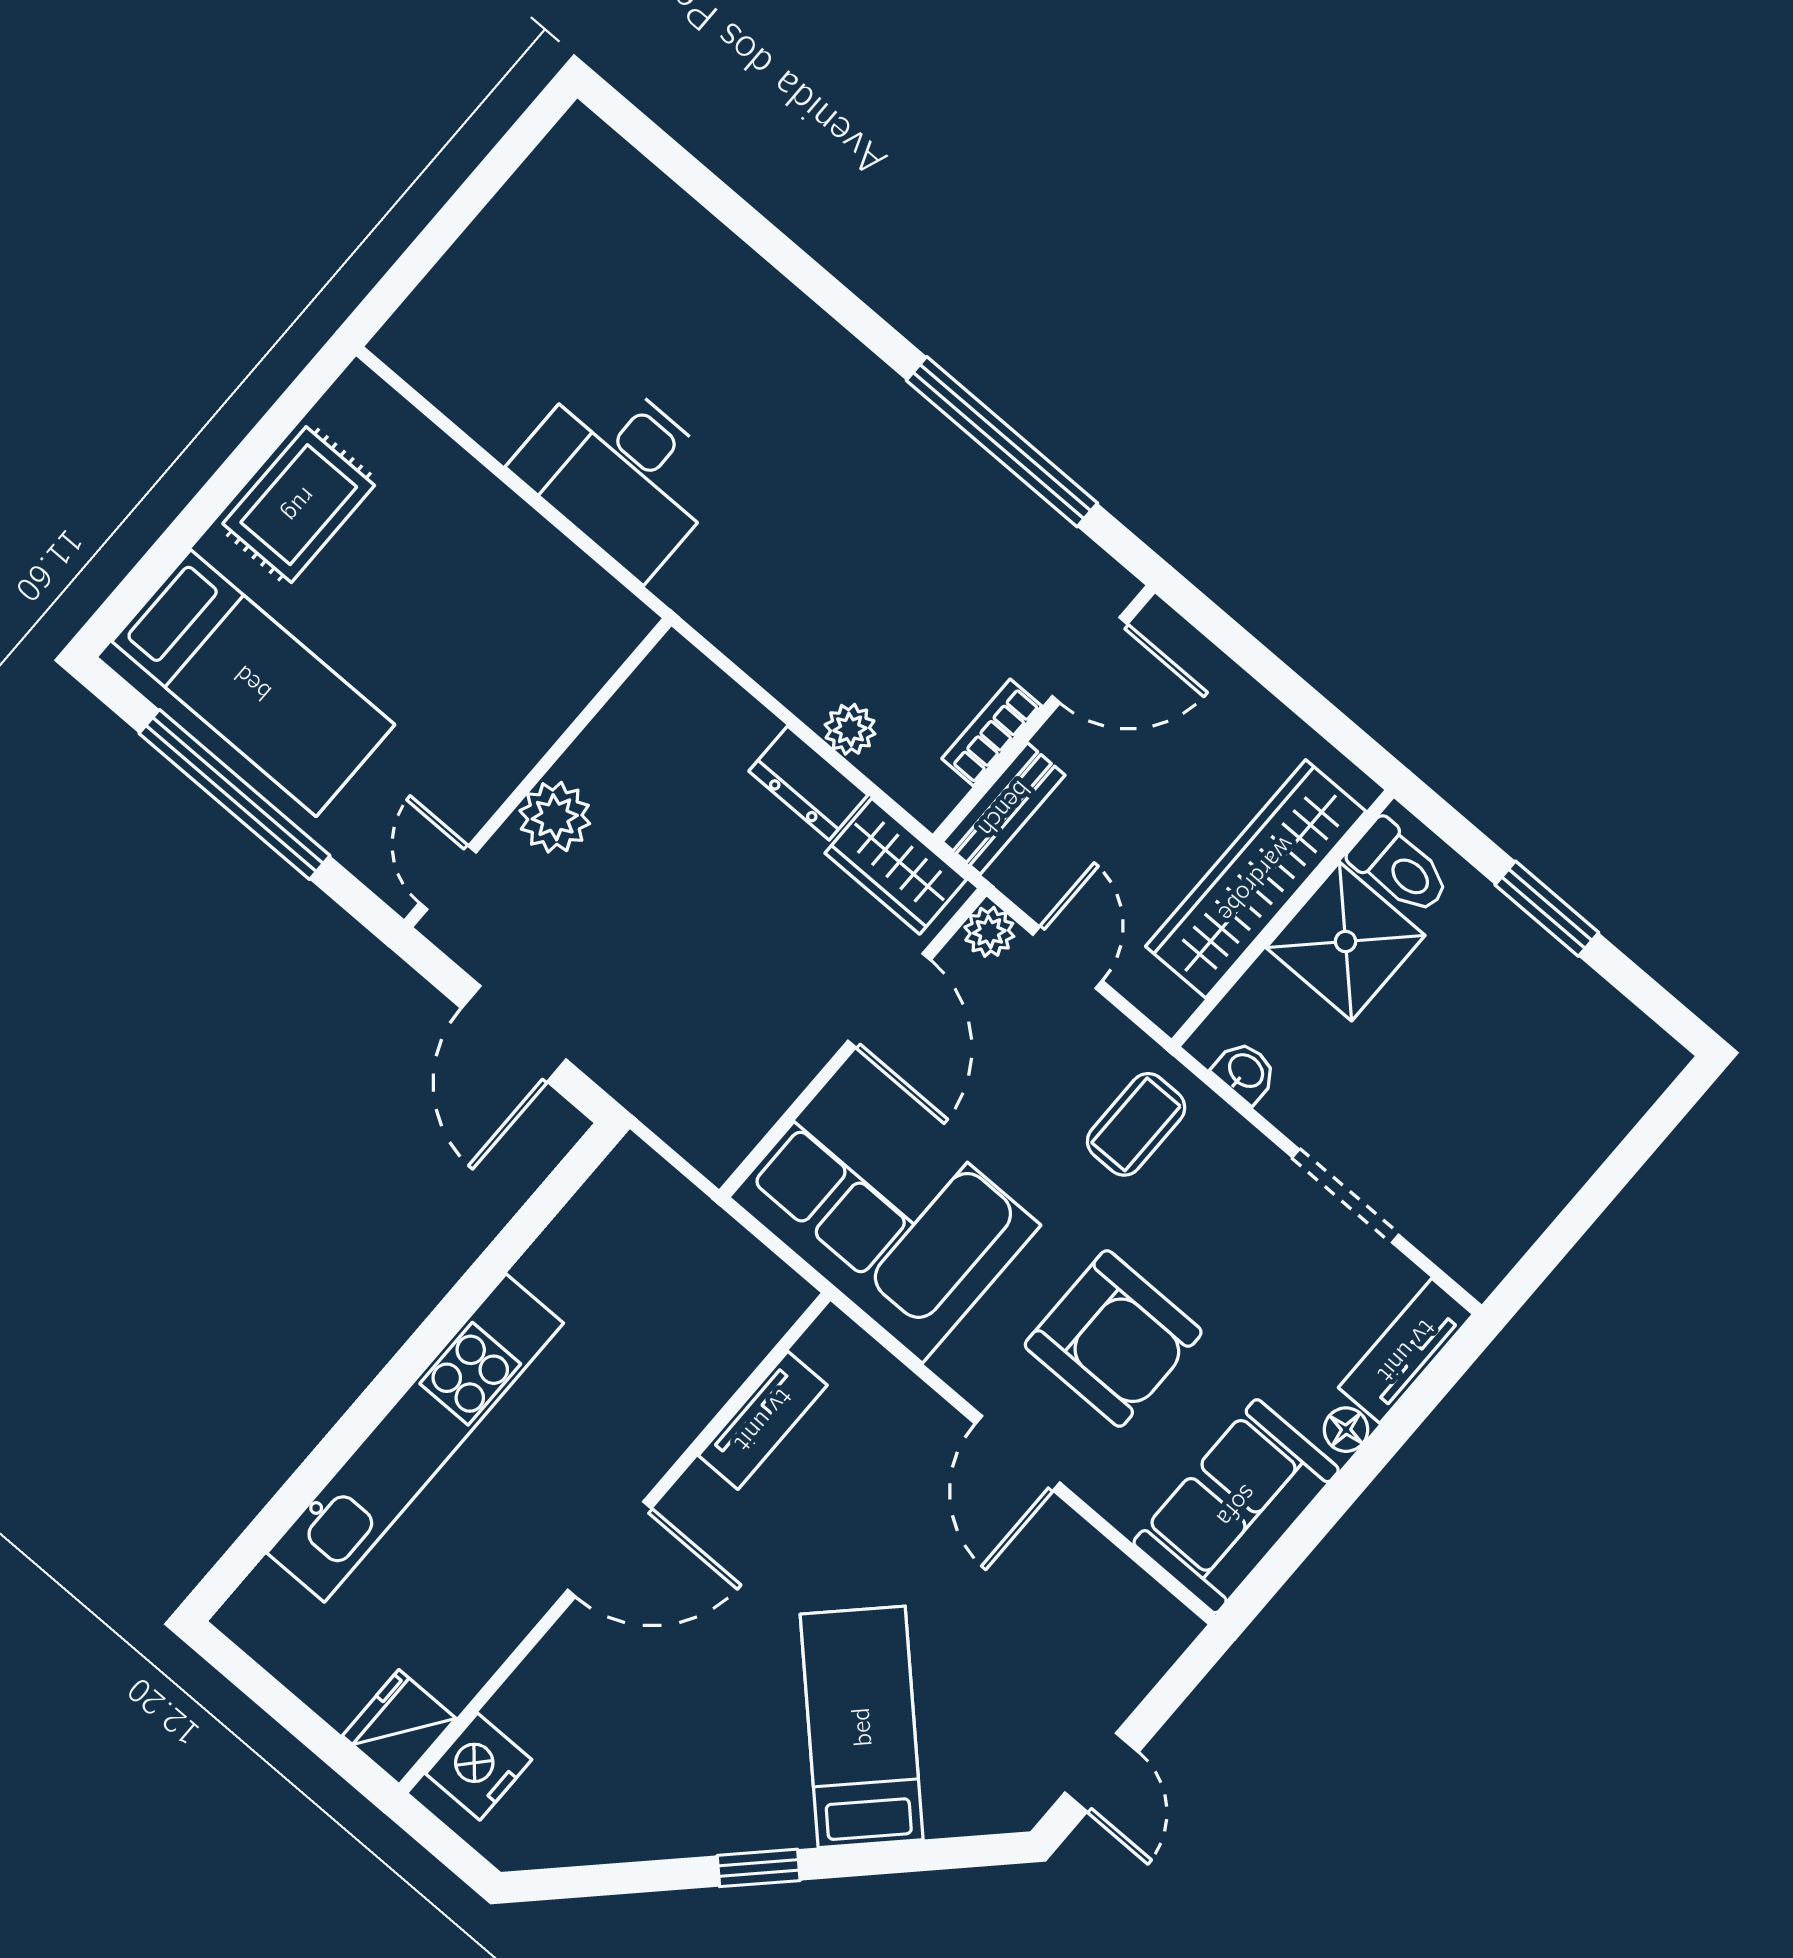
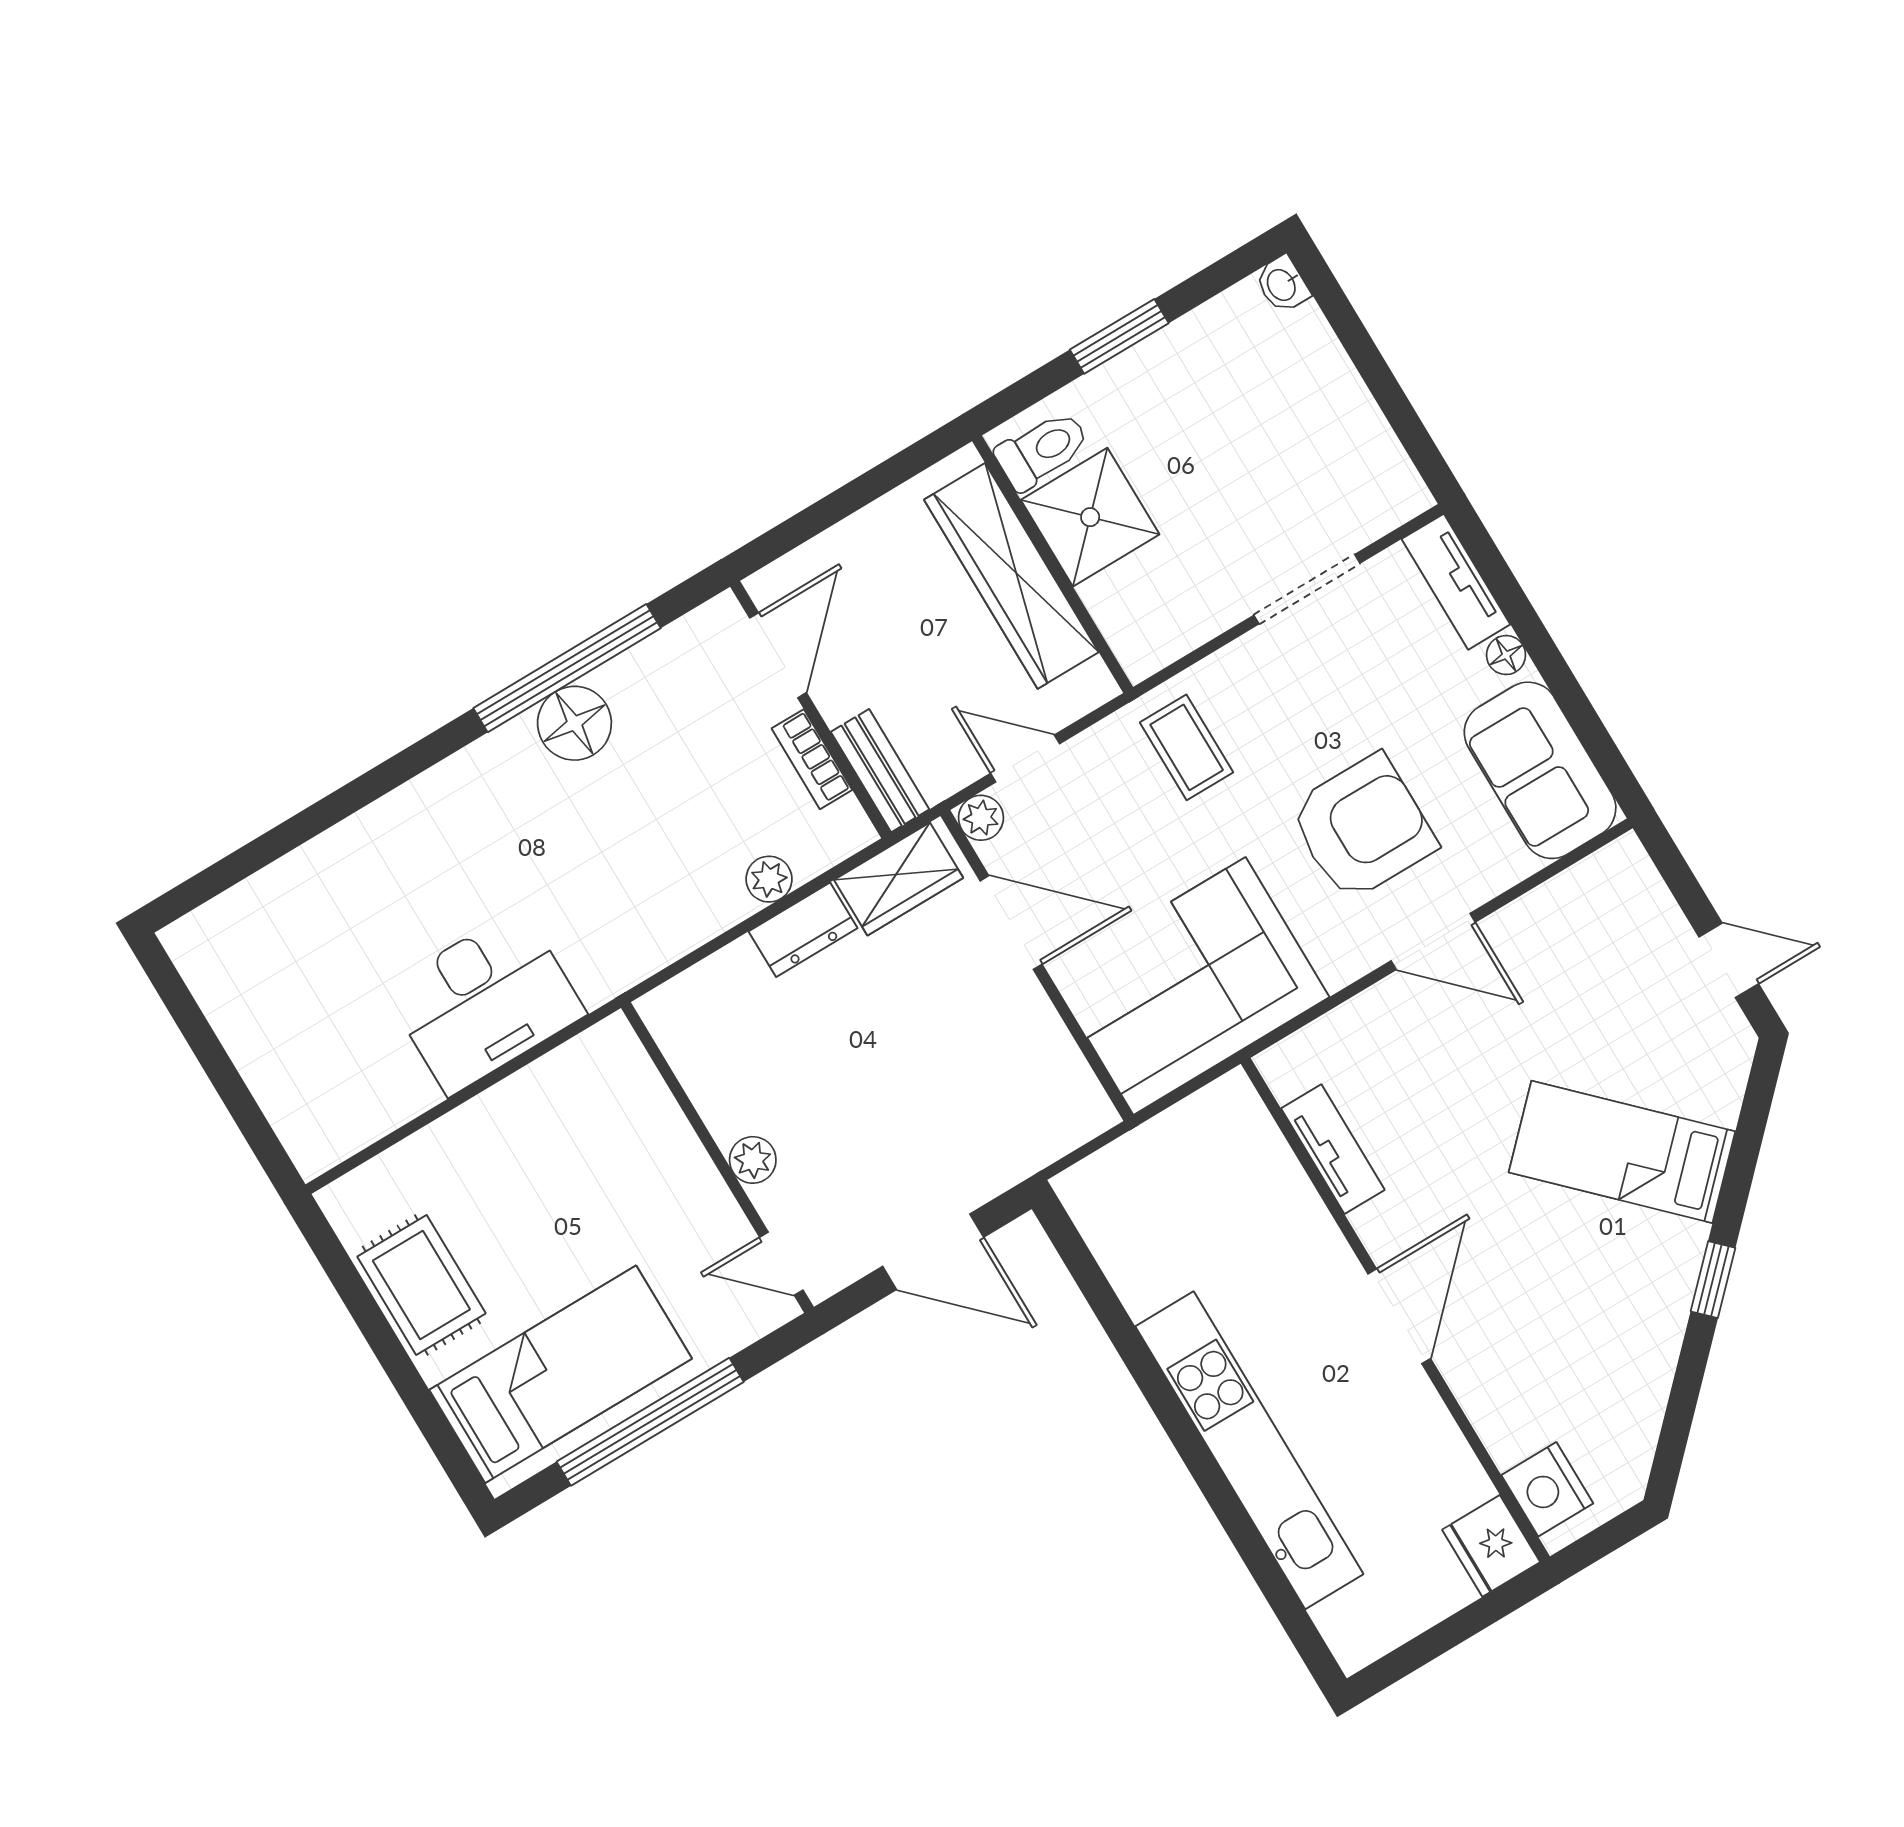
floor lamp: (946, 469) -> (574, 723), added
plant: (555, 817) -> (753, 1160), width x0.73, depth x0.73
washbasin: (1245, 1072) -> (1282, 284), moved, turned -90

